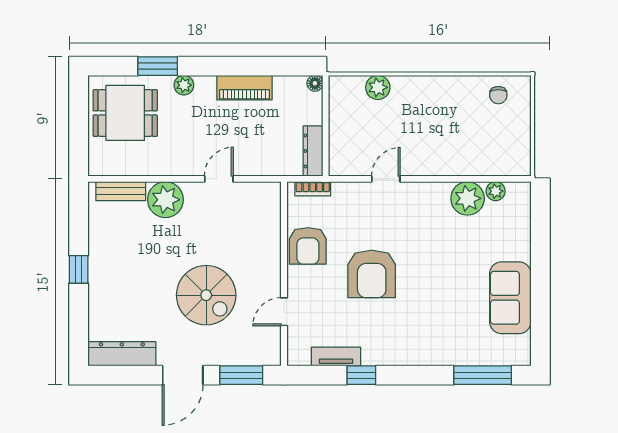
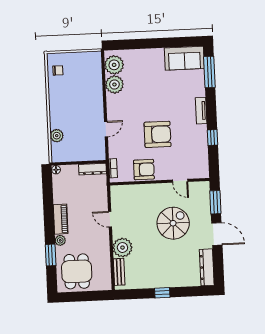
piano: (244, 88) -> (61, 219), moved
door: (386, 179) -> (106, 129), swing flipped
plant: (496, 191) -> (114, 65), width x1.88, depth x1.88
sofa: (510, 298) -> (184, 58), moved
tv unit: (336, 357) -> (201, 111), moved

